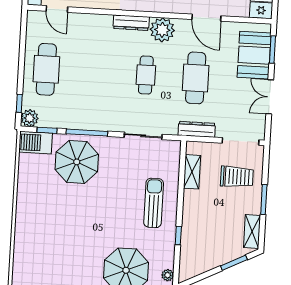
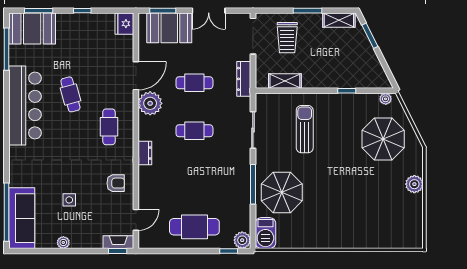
dresser: (131, 23) -> (145, 153), width x0.70
plant: (162, 30) -> (150, 103), moved
cafe table: (196, 78) -> (194, 83), width x0.73, depth x0.74
window: (47, 130) -> (253, 223), removed
trolley: (237, 177) -> (287, 38), turned 180
sun lounger: (154, 203) -> (305, 129), moved, turned 90

